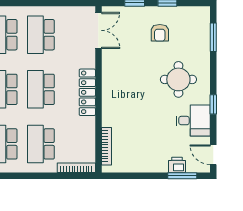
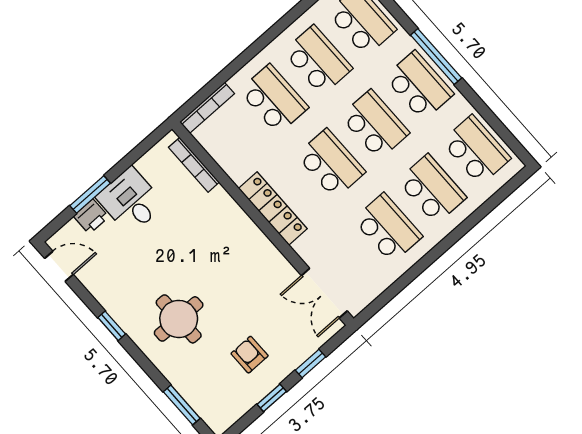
desk: (193, 121) -> (131, 201), moved, turned 90
window: (182, 176) -> (90, 194), moved

